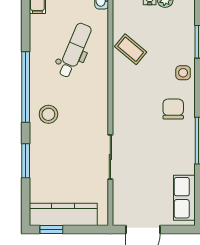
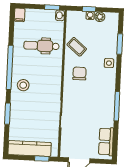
dental chair: (74, 50) -> (41, 46), turned -113
chair: (173, 109) -> (79, 73), moved
window: (51, 229) -> (42, 159), moved

